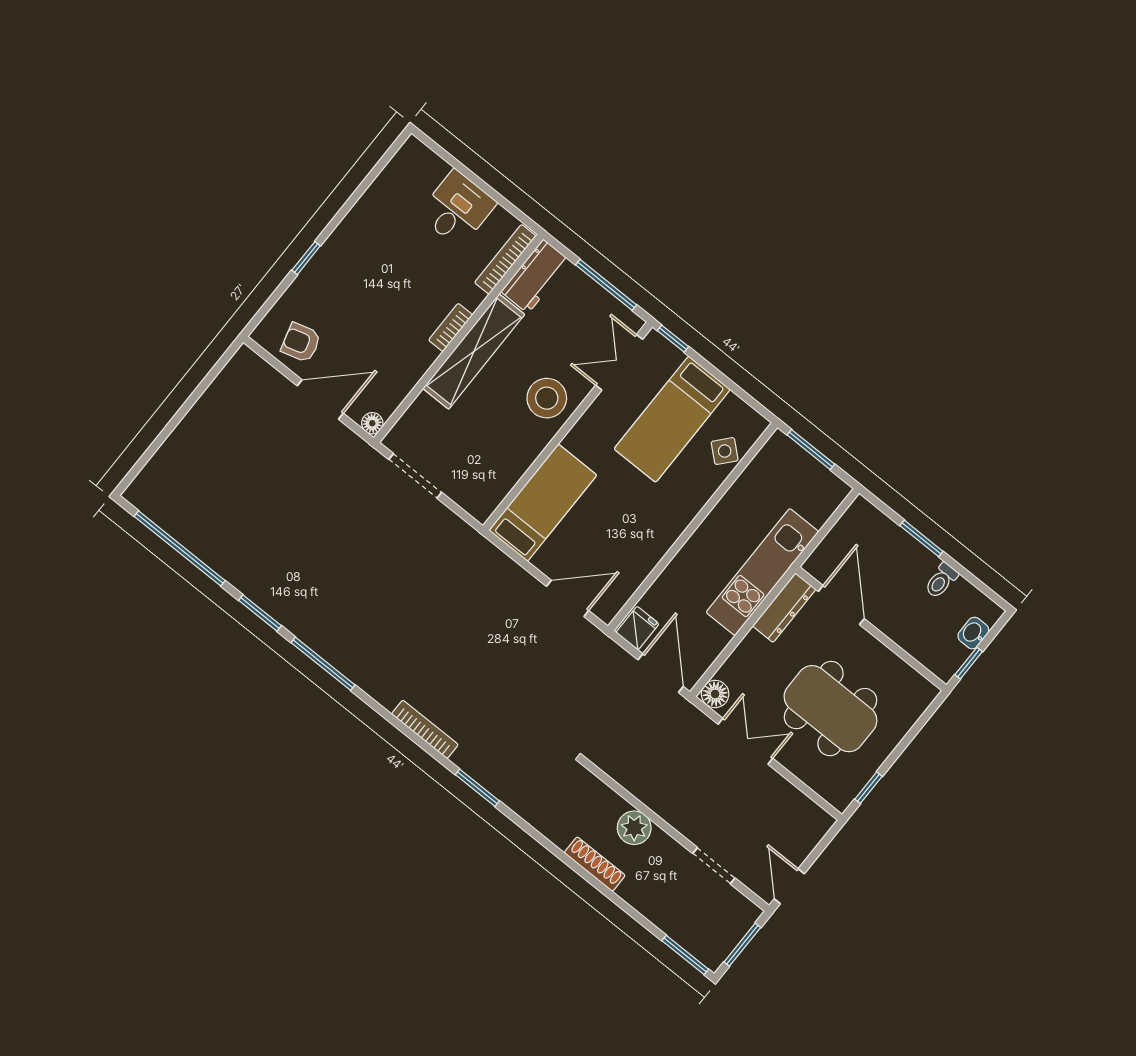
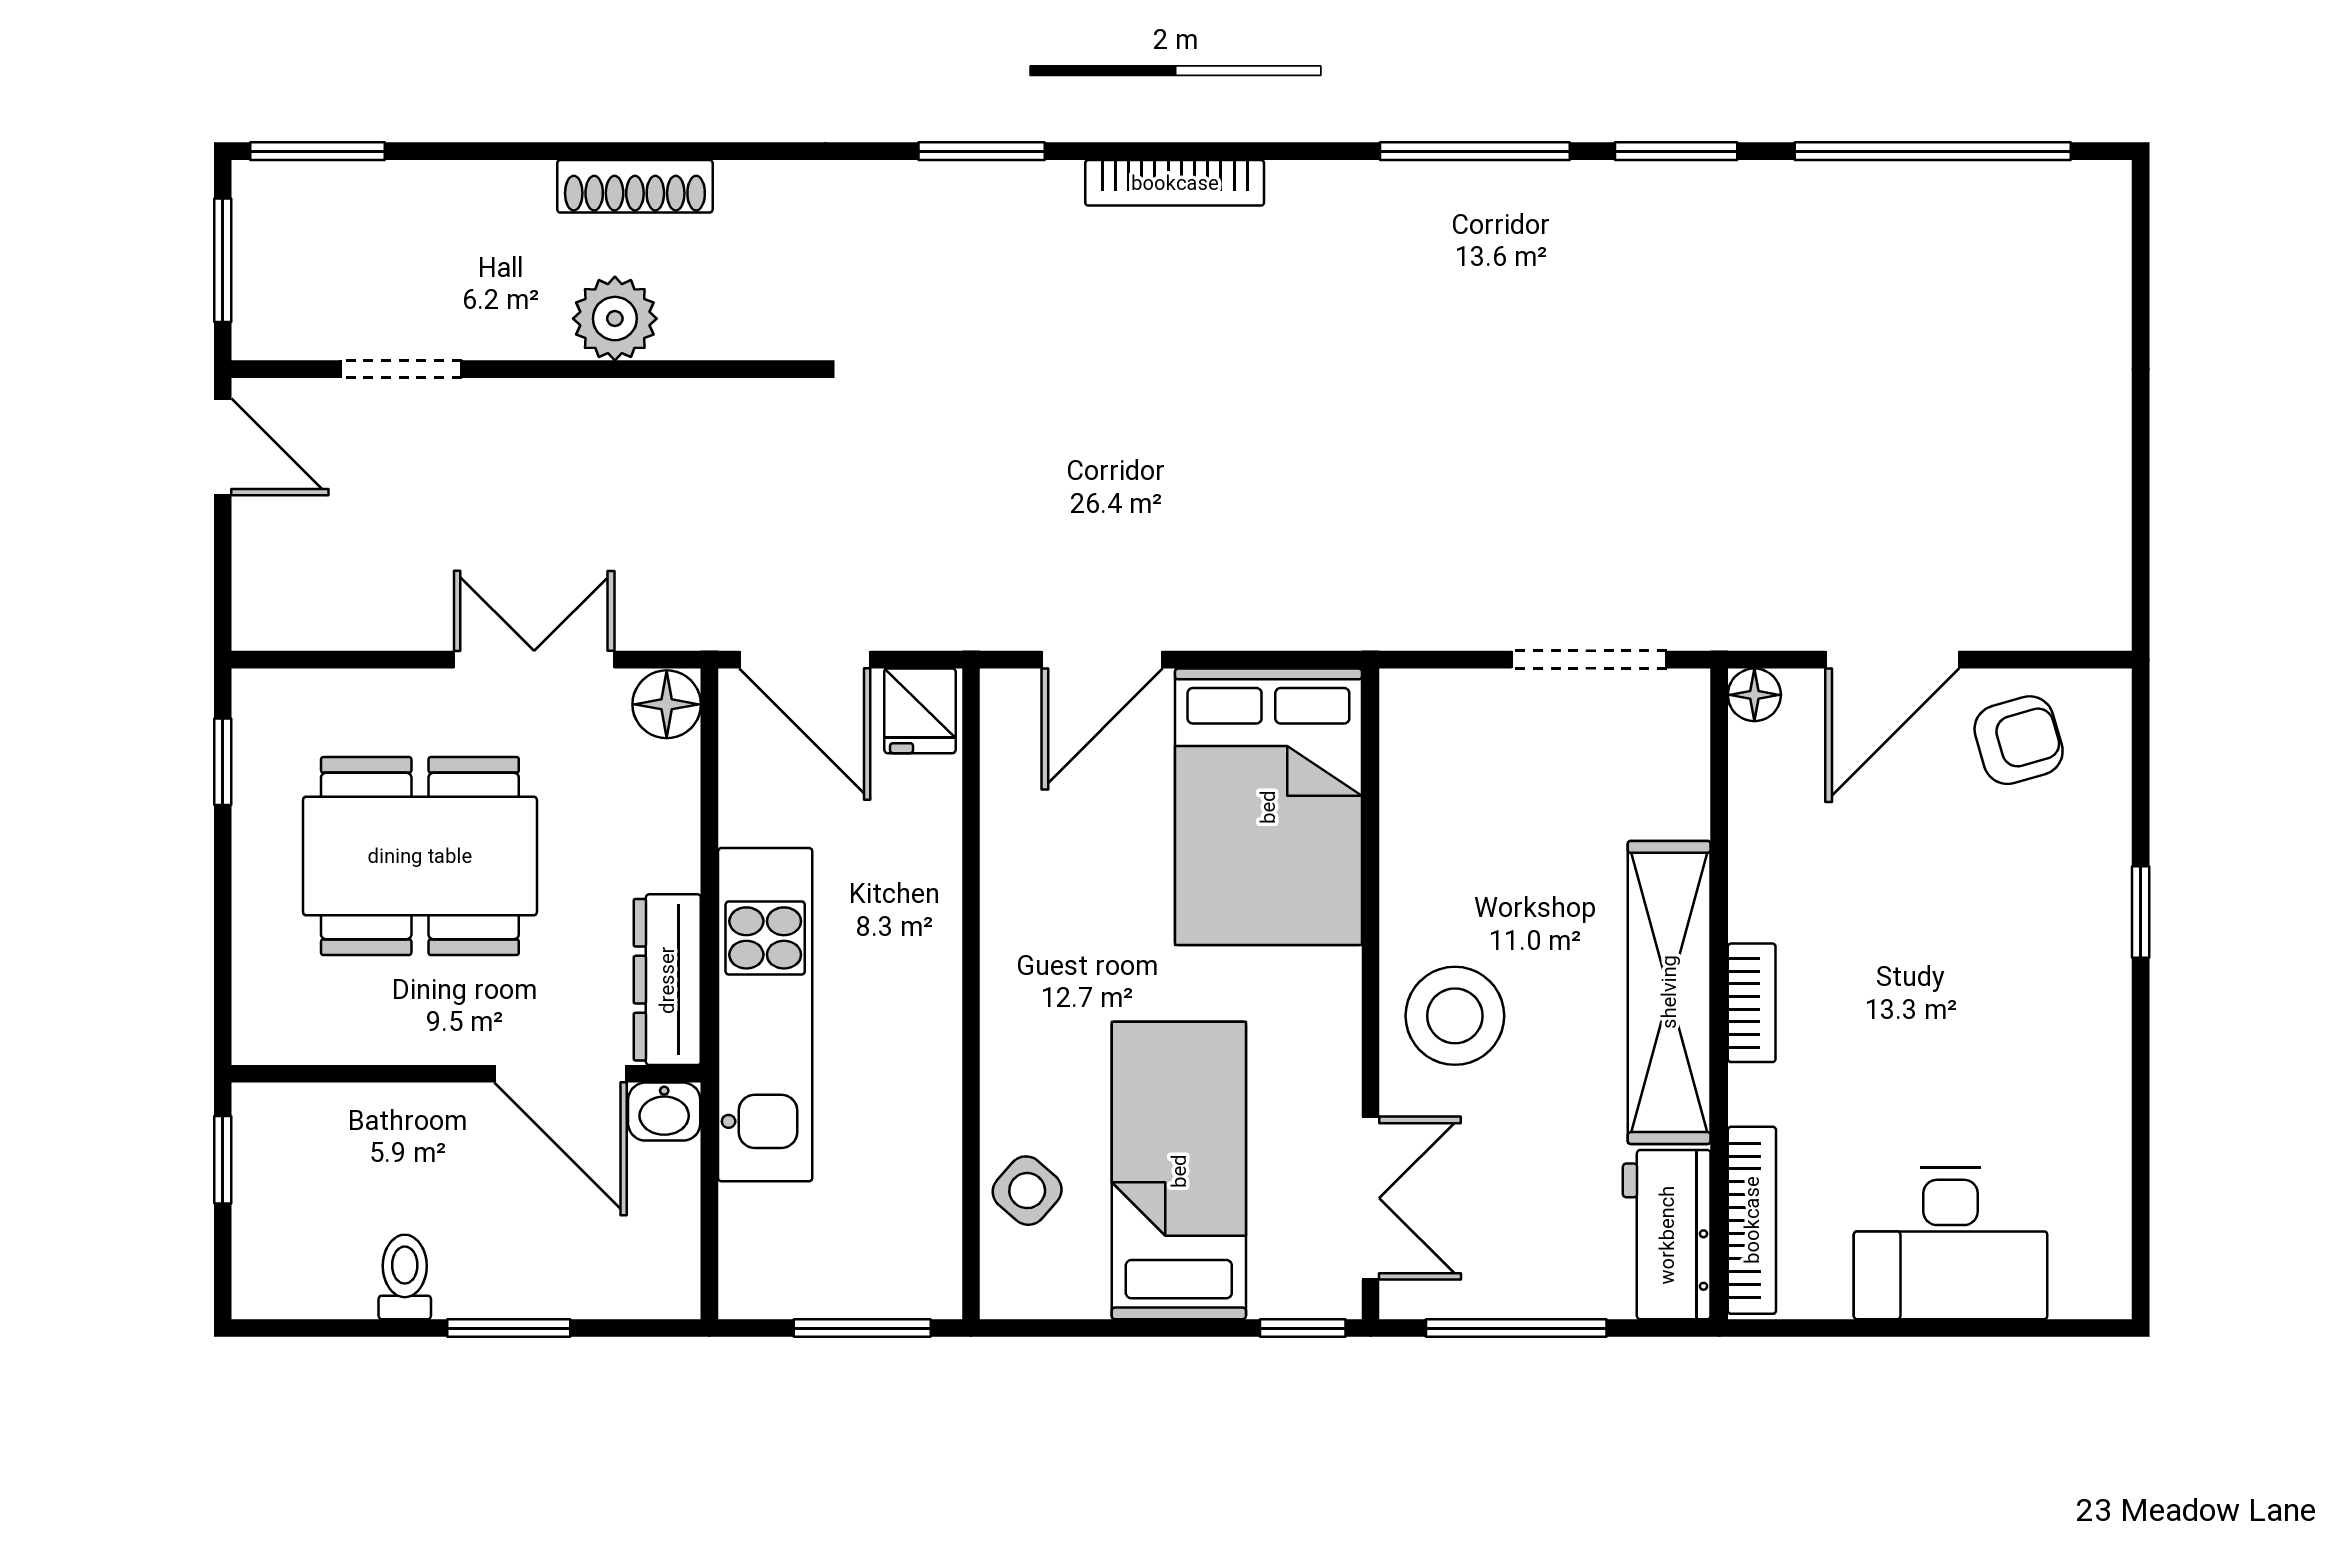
desk: (457, 209) -> (1951, 1243), width x1.37
bed: (543, 503) -> (1268, 807), width x1.50
washbasin: (973, 633) -> (664, 1112), moved, turned 90
double door: (745, 741) -> (534, 660), swing flipped

